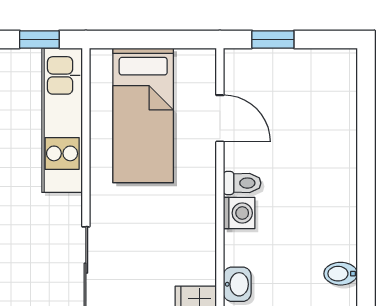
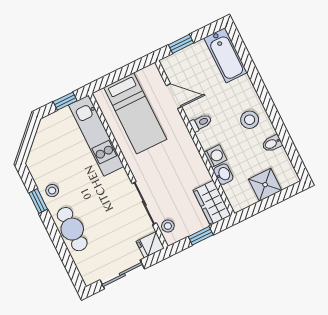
bathtub: (336, 94) -> (225, 55), added
washing machine: (239, 213) -> (215, 156), moved
stool: (323, 217) -> (250, 120), added

